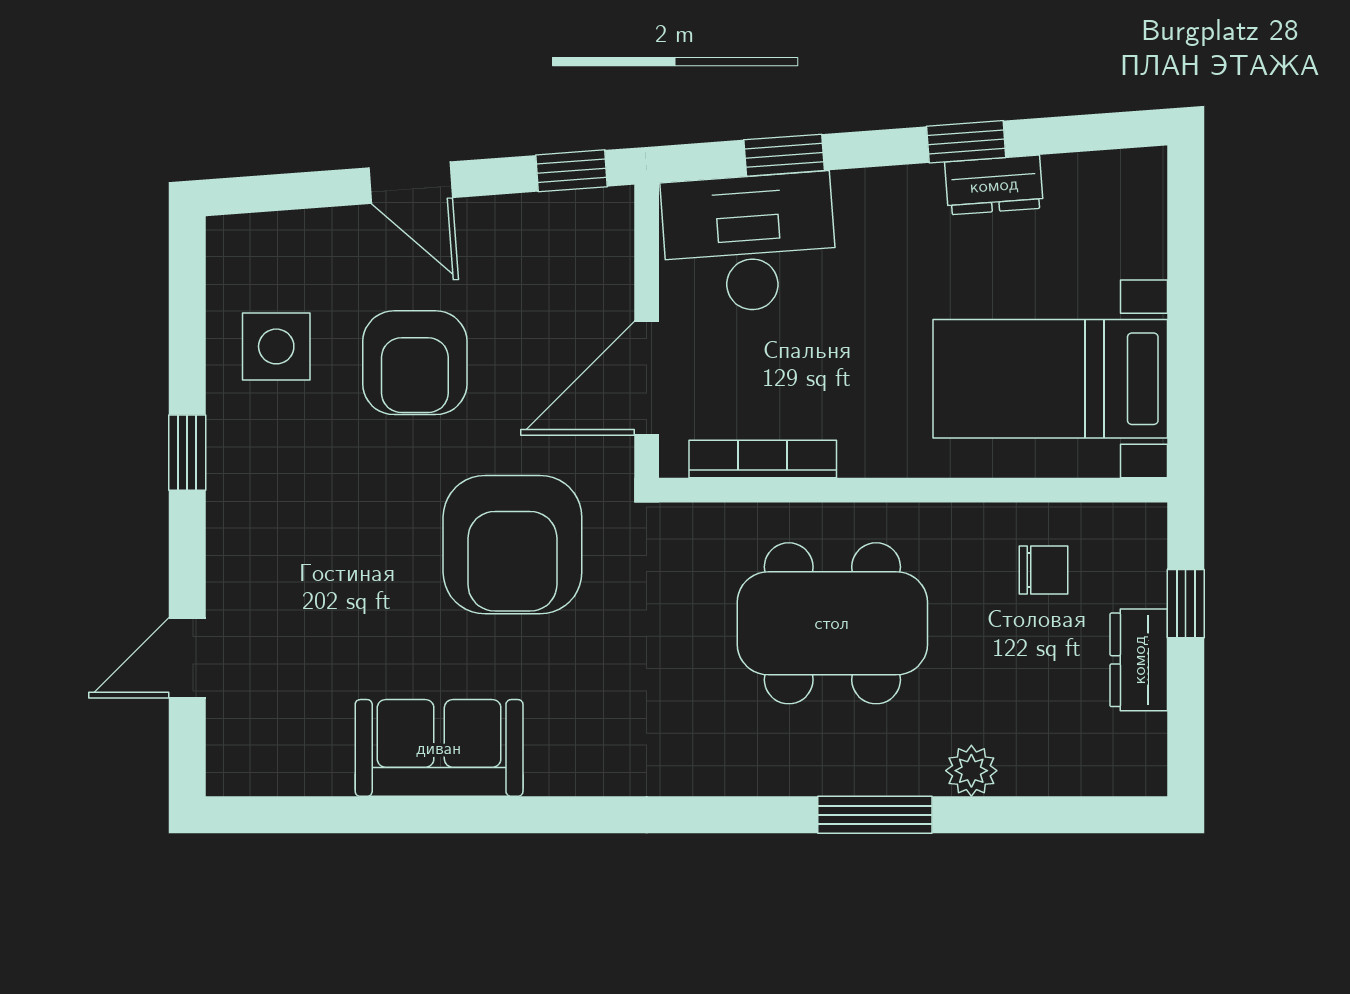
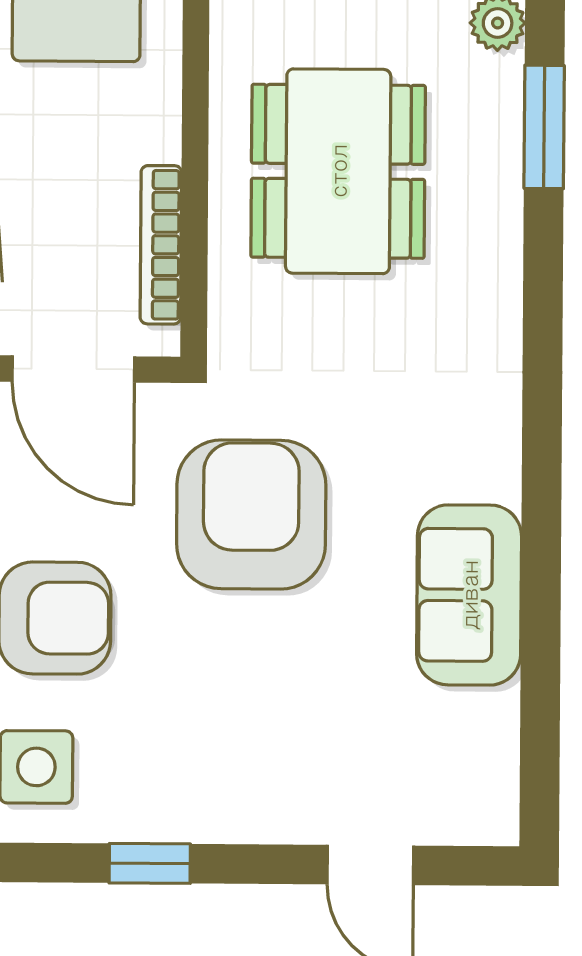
armchair: (512, 545) -> (251, 514), turned -90

